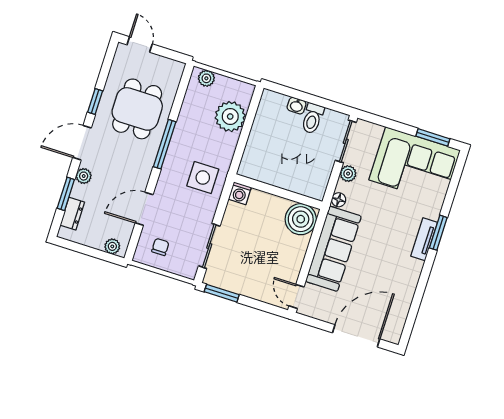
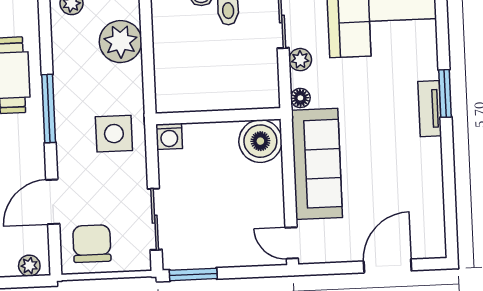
chair: (160, 247) -> (92, 244), width x1.87, depth x1.87
door: (356, 336) -> (388, 266), width x0.73

